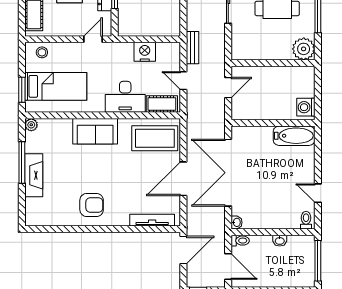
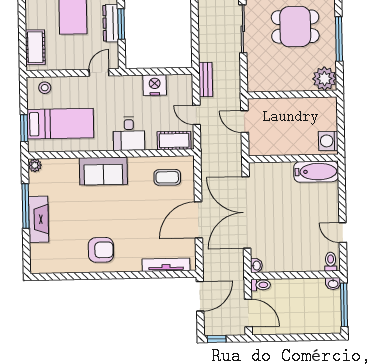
door: (228, 88) -> (245, 122), swing flipped
desk: (125, 97) -> (129, 134), width x0.73
coffee table: (155, 138) -> (167, 177), width x0.54, depth x0.58
washbasin: (280, 241) -> (333, 284), moved

